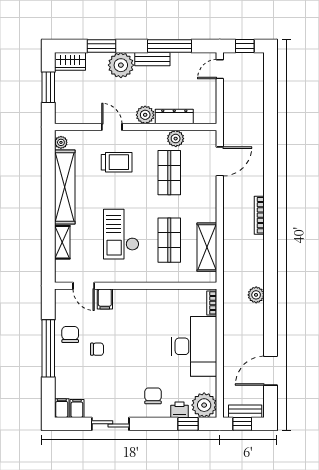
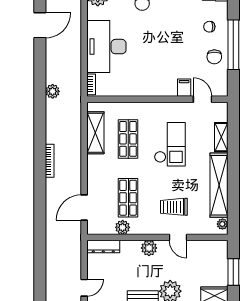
dresser: (174, 116) -> (103, 247), moved
chair: (97, 349) -> (209, 27), moved

